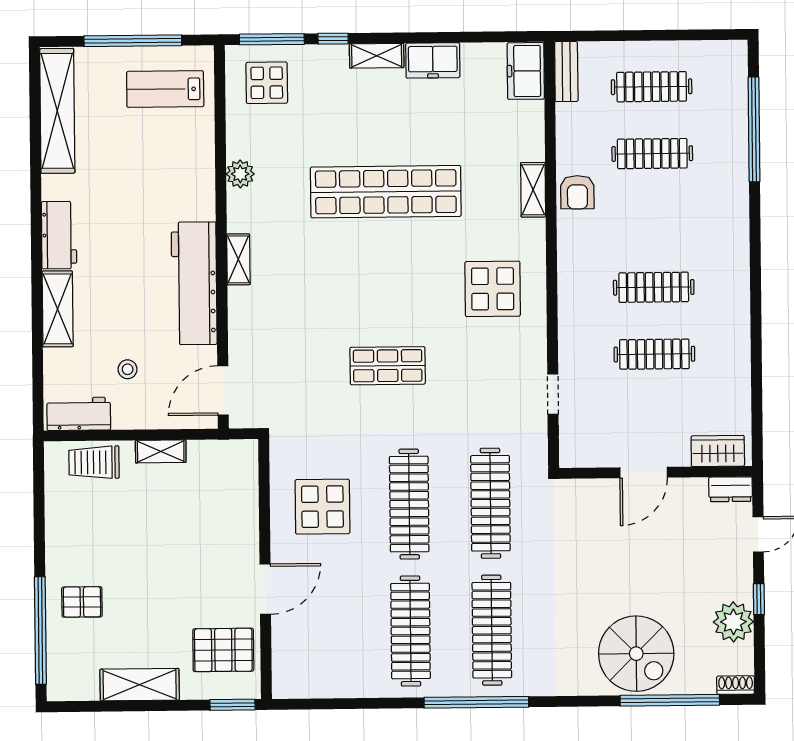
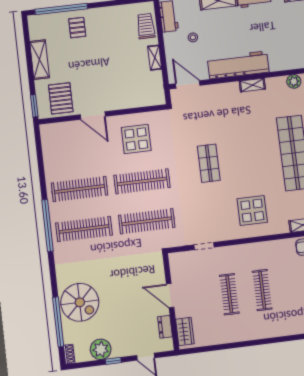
dresser: (731, 489) -> (165, 327), moved
spiral stairs: (636, 654) -> (80, 302), turned -90

